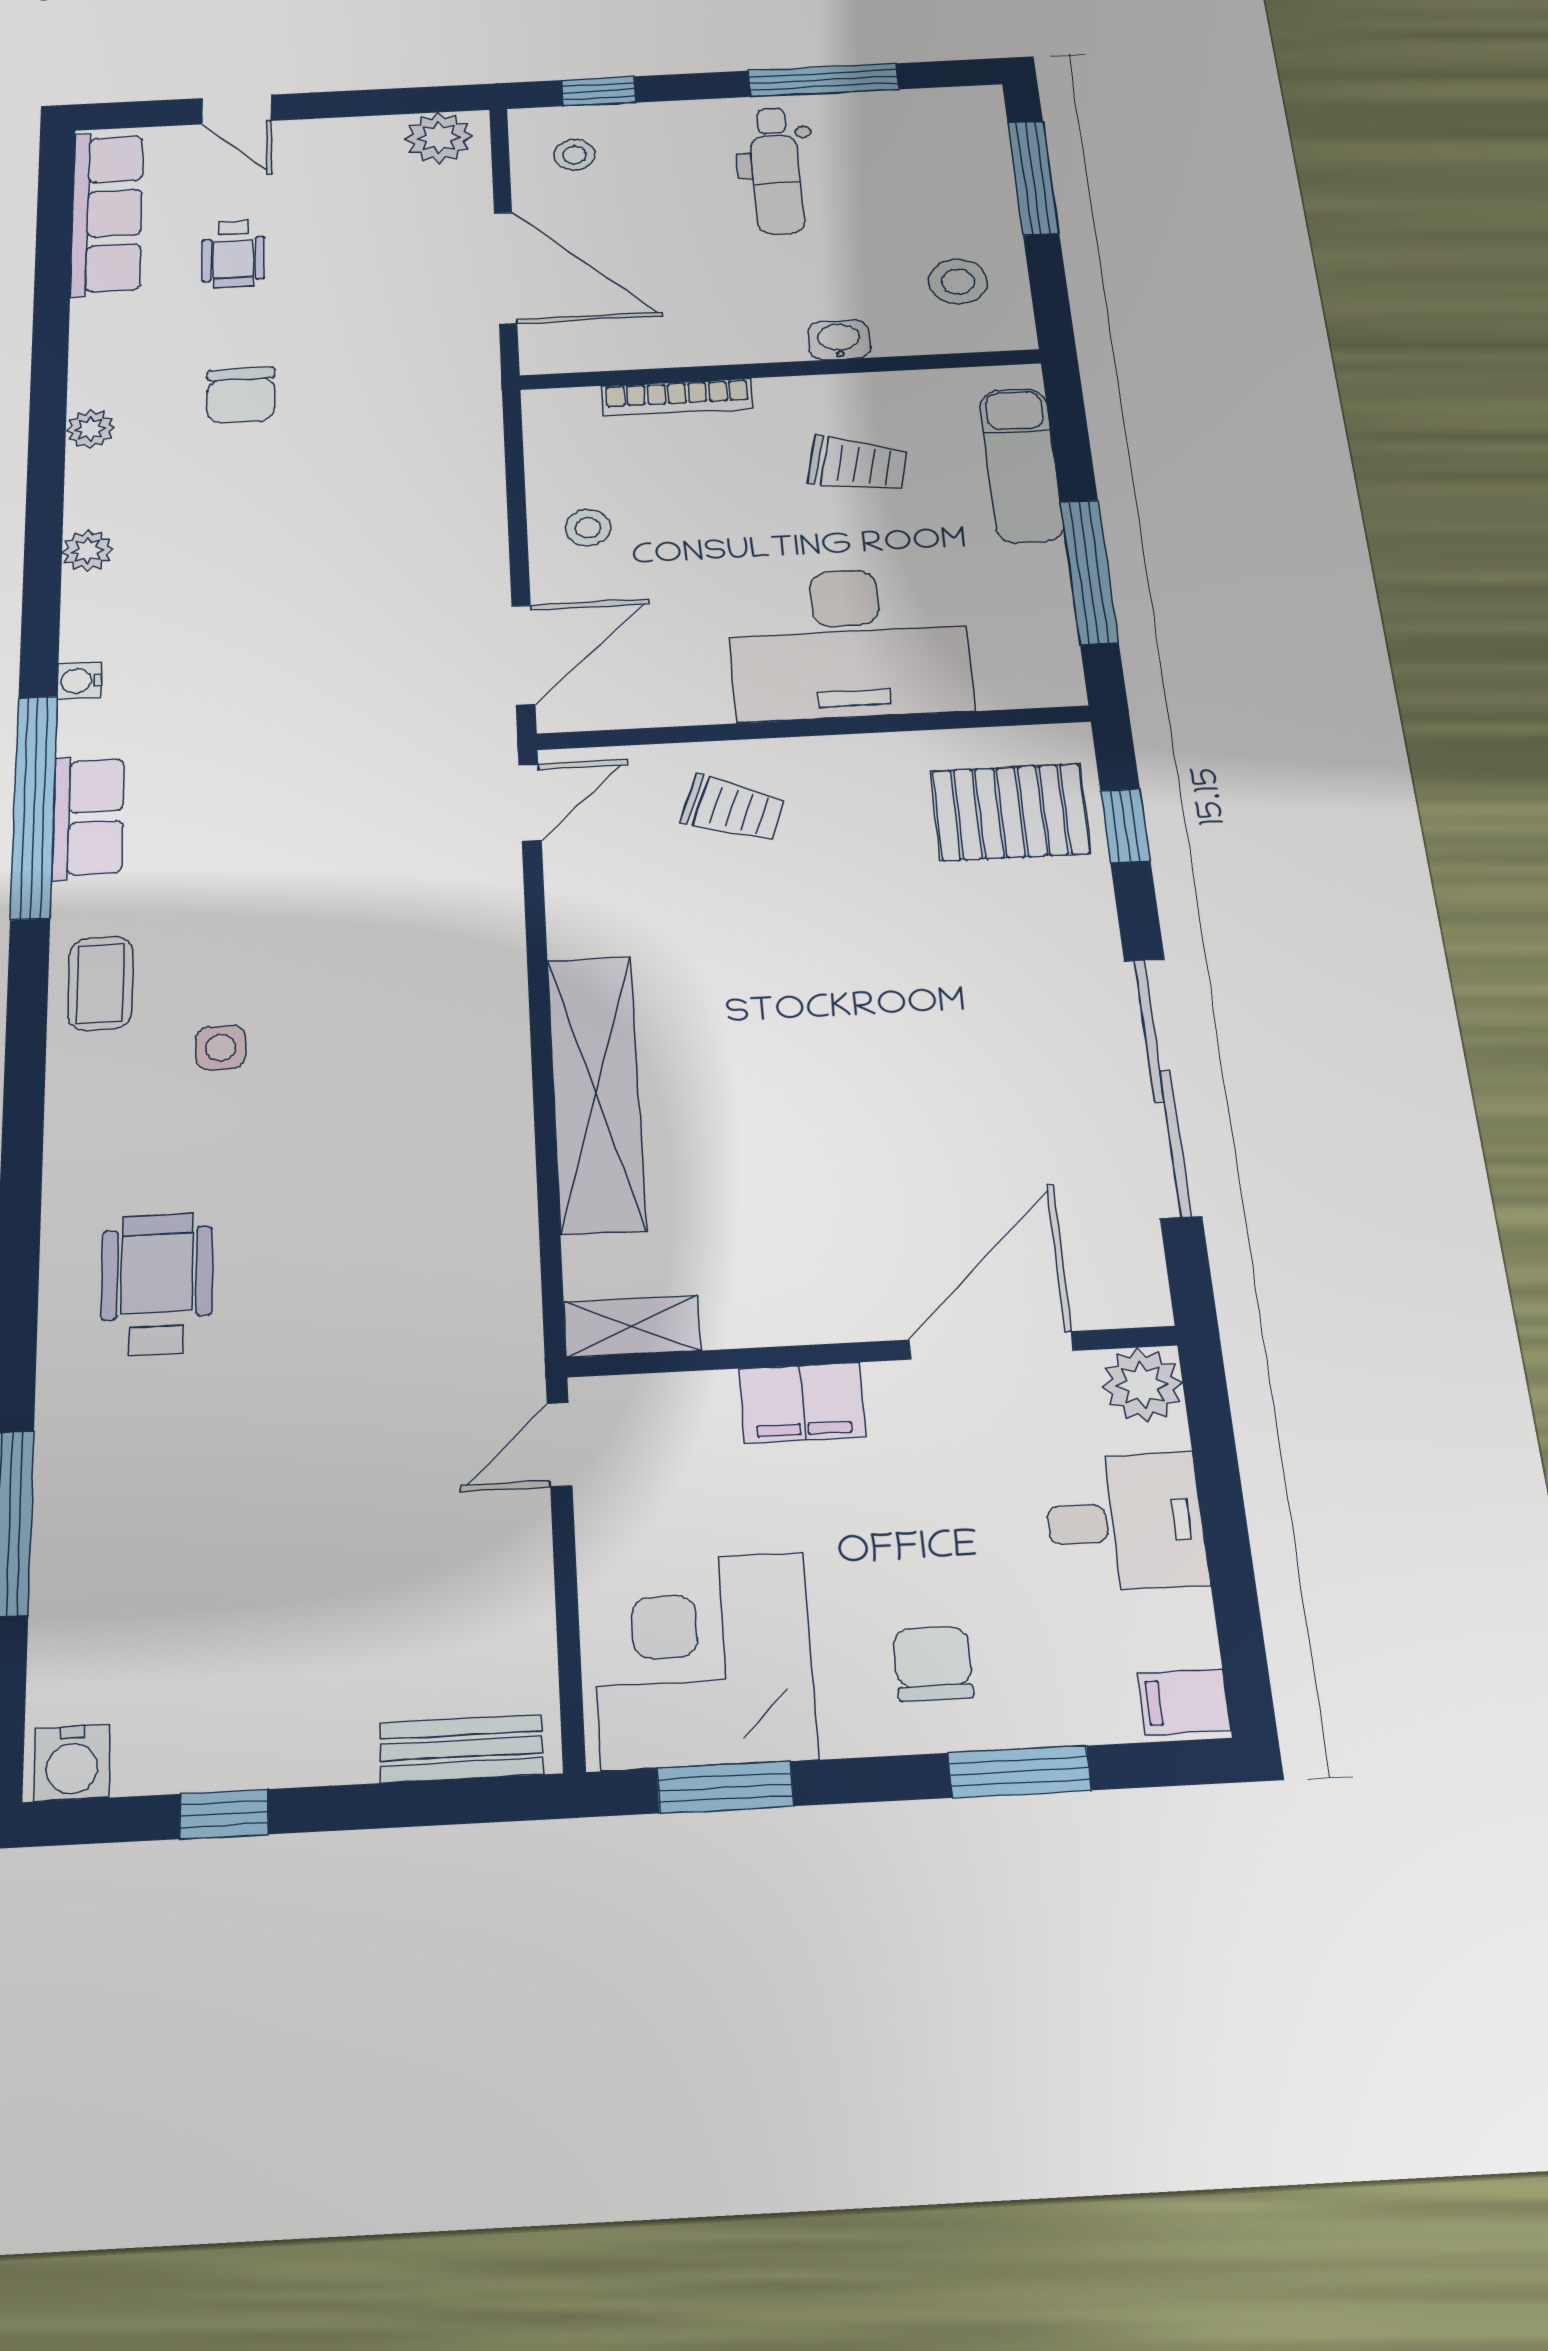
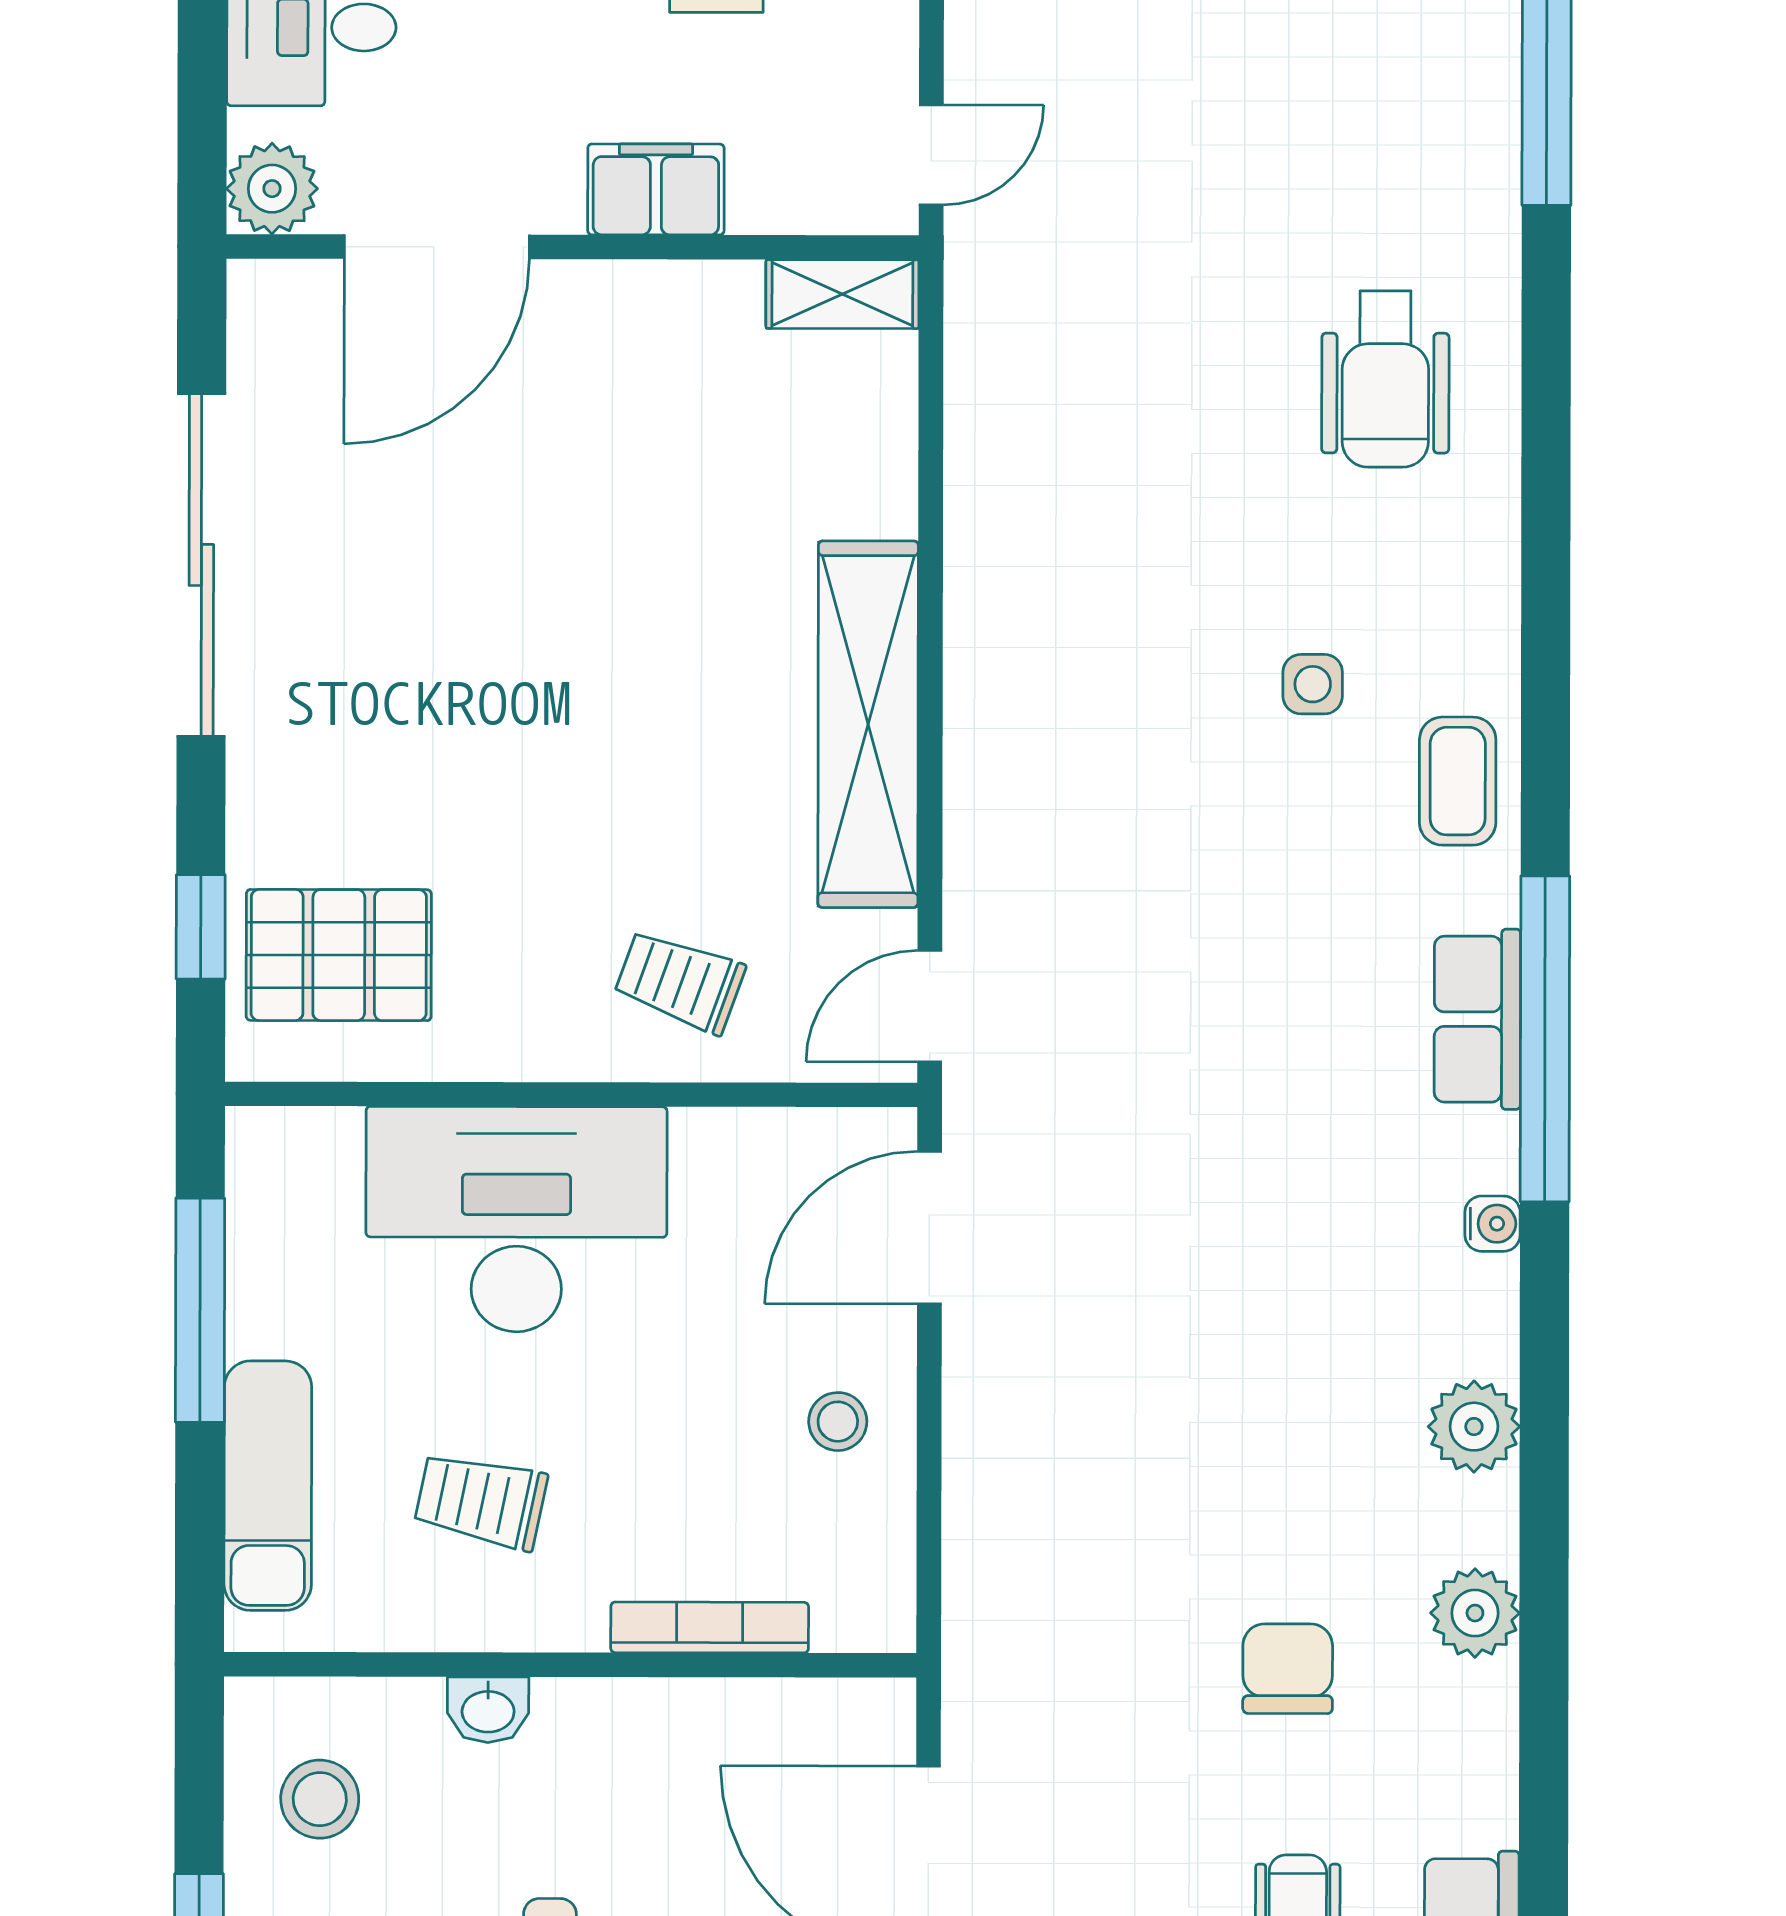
plant: (90, 429) -> (1475, 1613), width x1.38, depth x1.38
plant: (88, 551) -> (1474, 1427), width x1.38, depth x1.38
shelving: (596, 1093) -> (868, 724), moved

